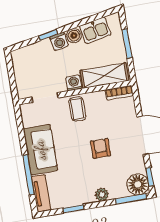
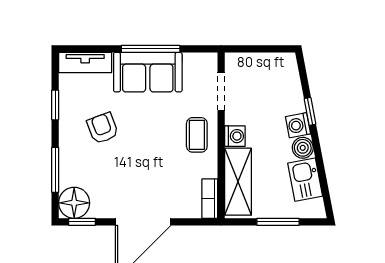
coffee table: (77, 109) -> (197, 135), turned 90
armchair: (101, 148) -> (103, 128), moved, turned -111
window: (28, 175) -> (151, 49), moved
plant: (102, 195) -> (68, 149), removed
window: (131, 199) -> (55, 170), moved

